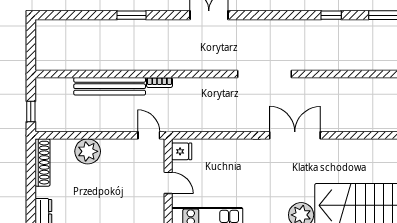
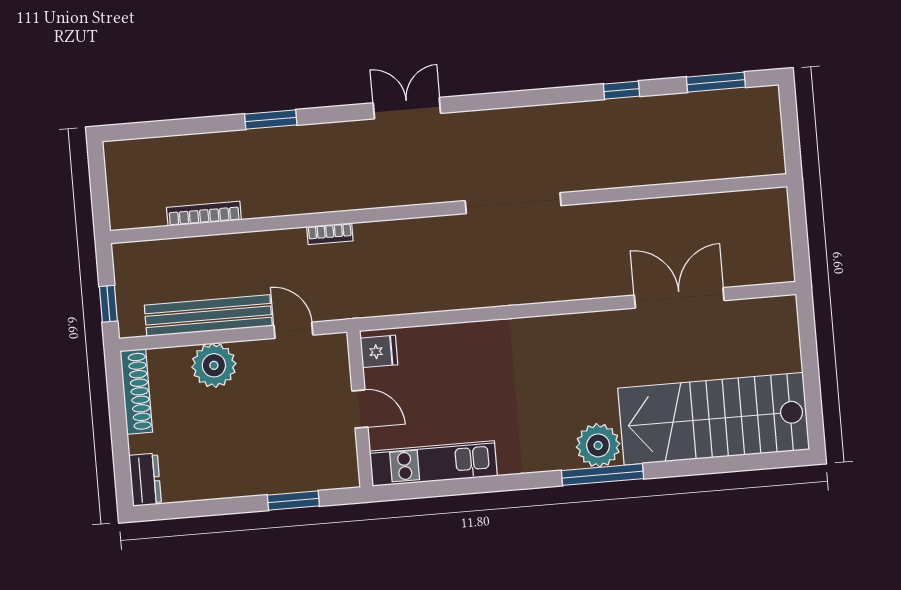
bookcase: (89, 65) -> (204, 214), added
bench: (110, 86) -> (208, 316), moved
door: (149, 135) -> (293, 330), moved
double door: (295, 135) -> (679, 298), moved

